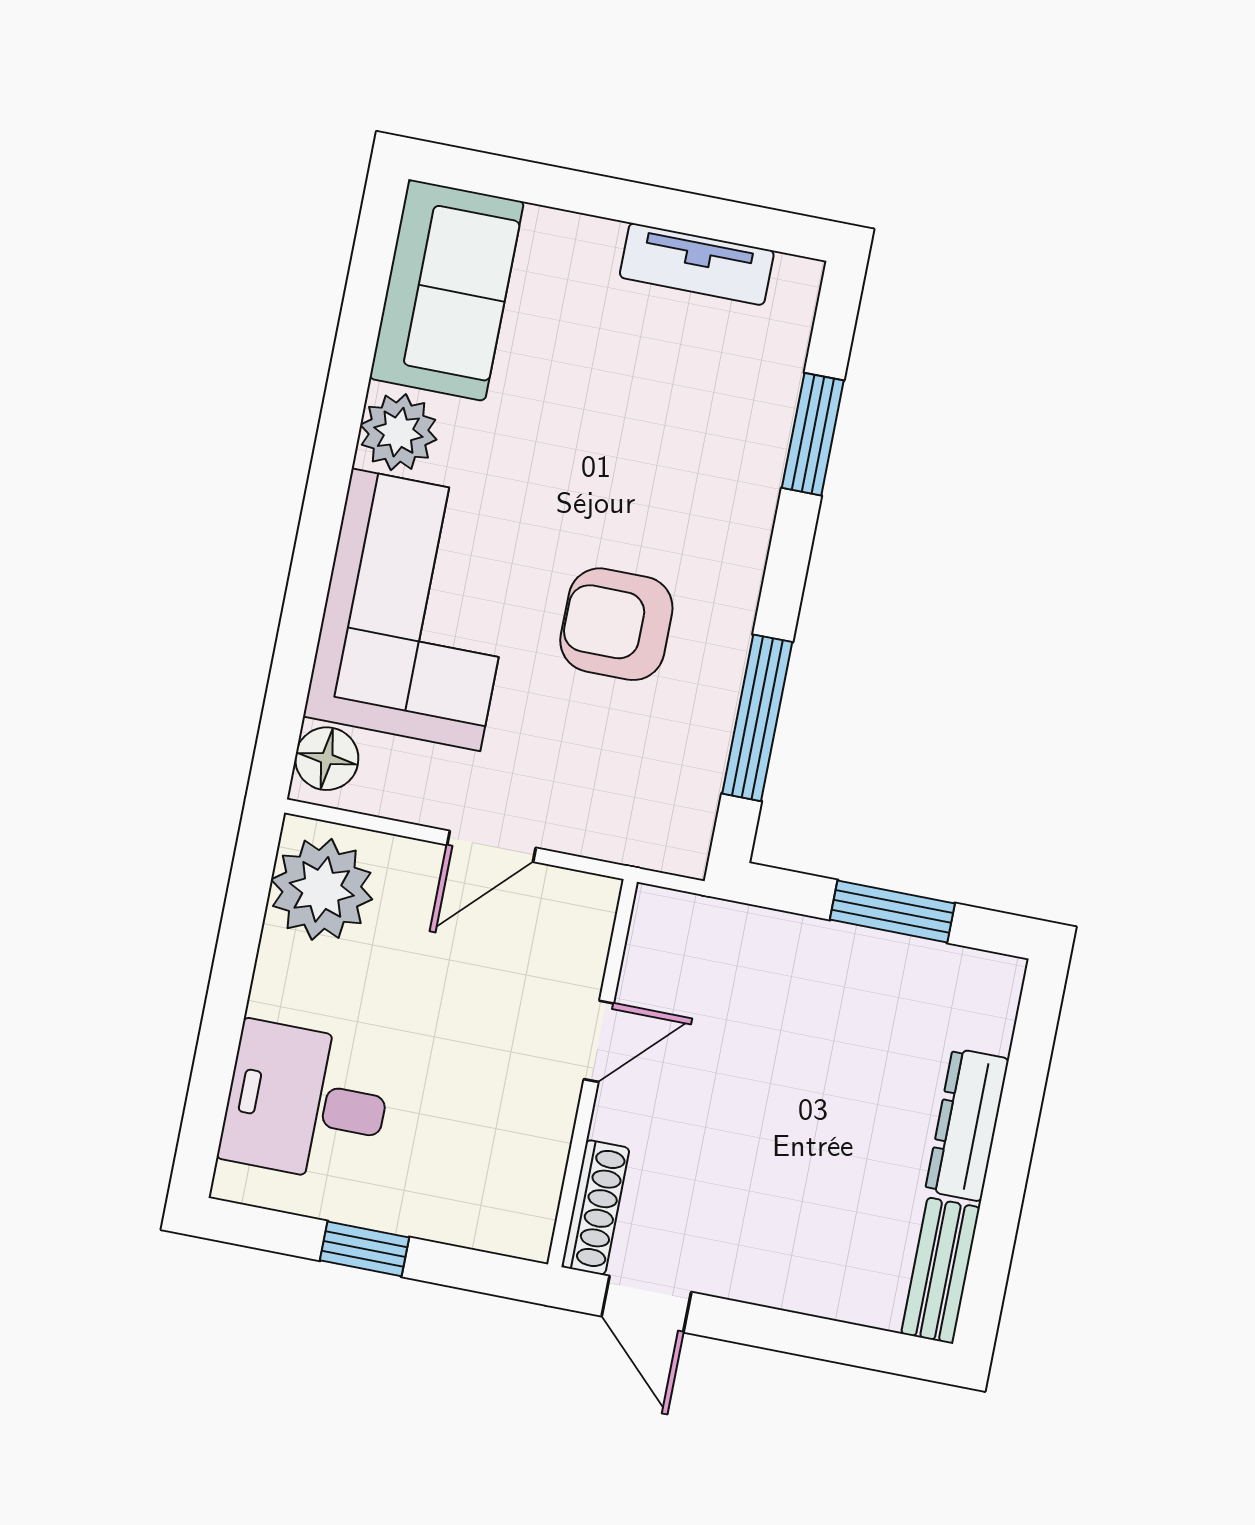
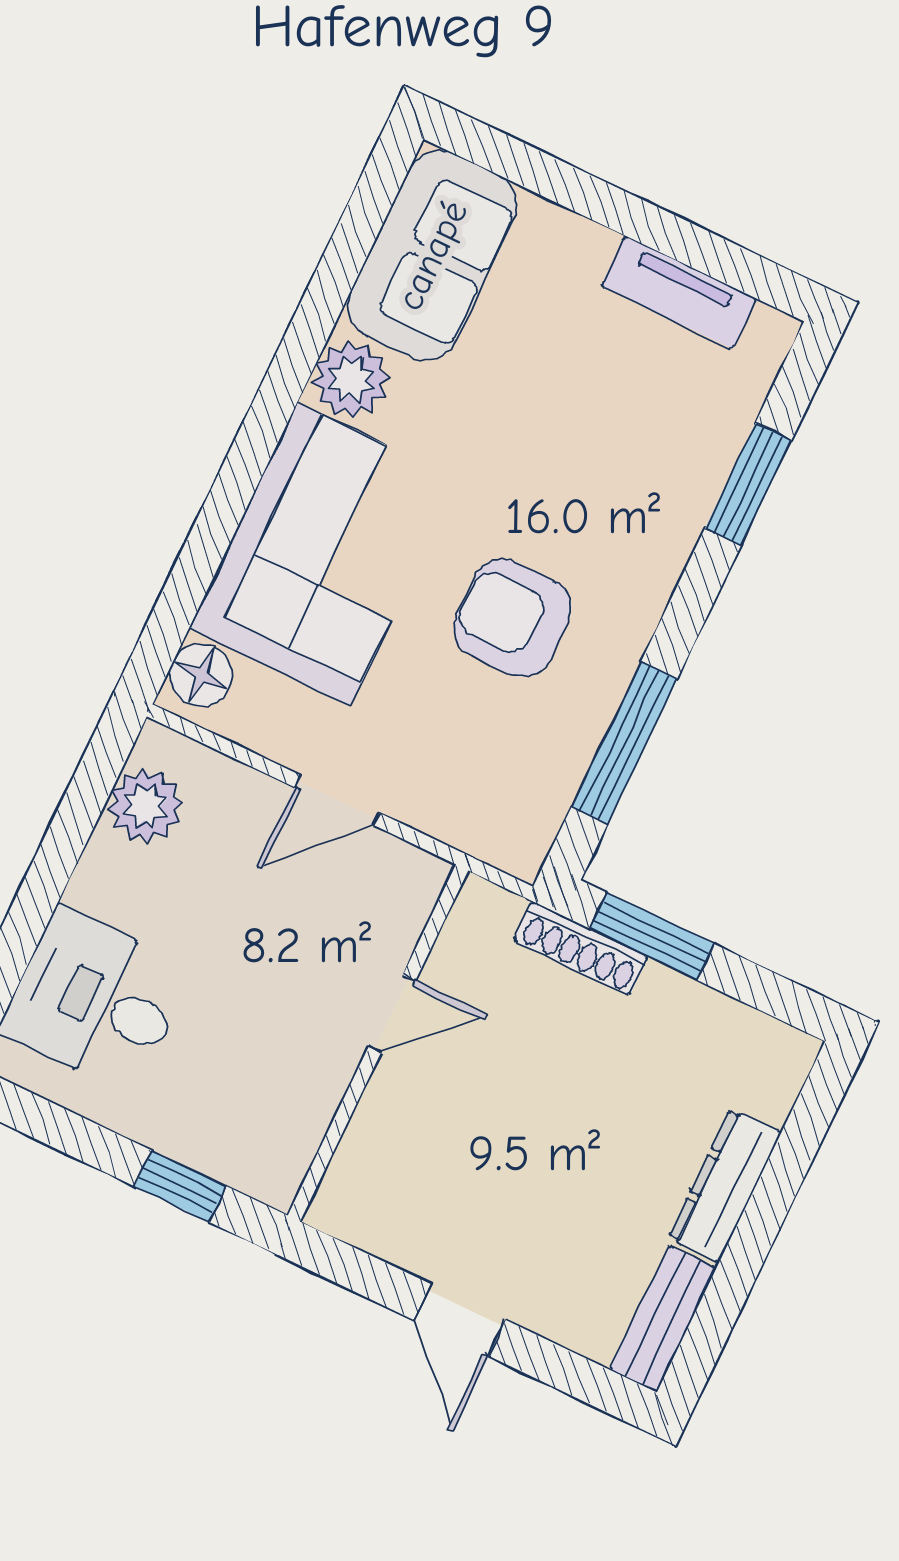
plant: (322, 889) -> (145, 806), width x0.73, depth x0.73
window: (892, 911) -> (652, 936), moved
shoe rack: (596, 1207) -> (581, 949), moved, turned 90
window: (365, 1249) -> (181, 1186), moved
door: (646, 1304) -> (460, 1320), moved

